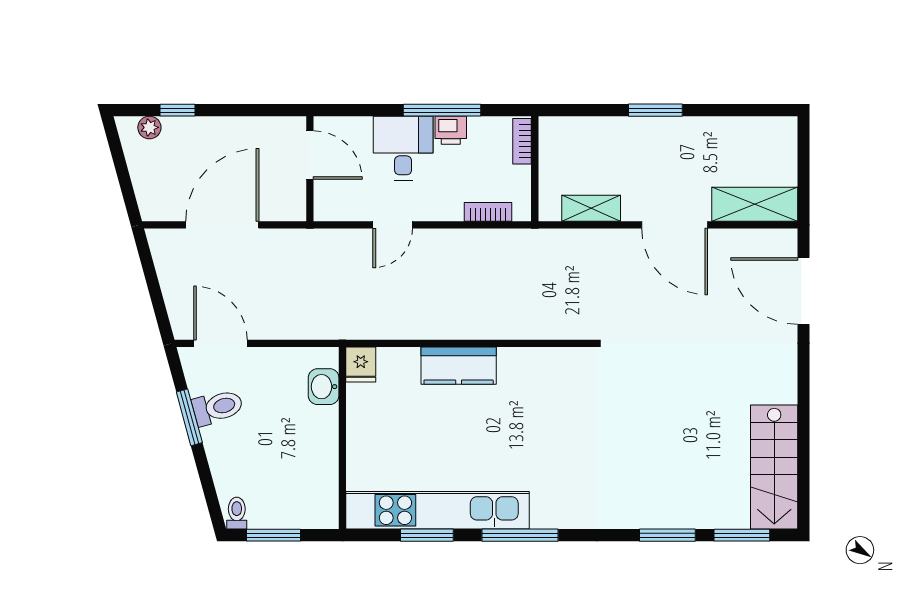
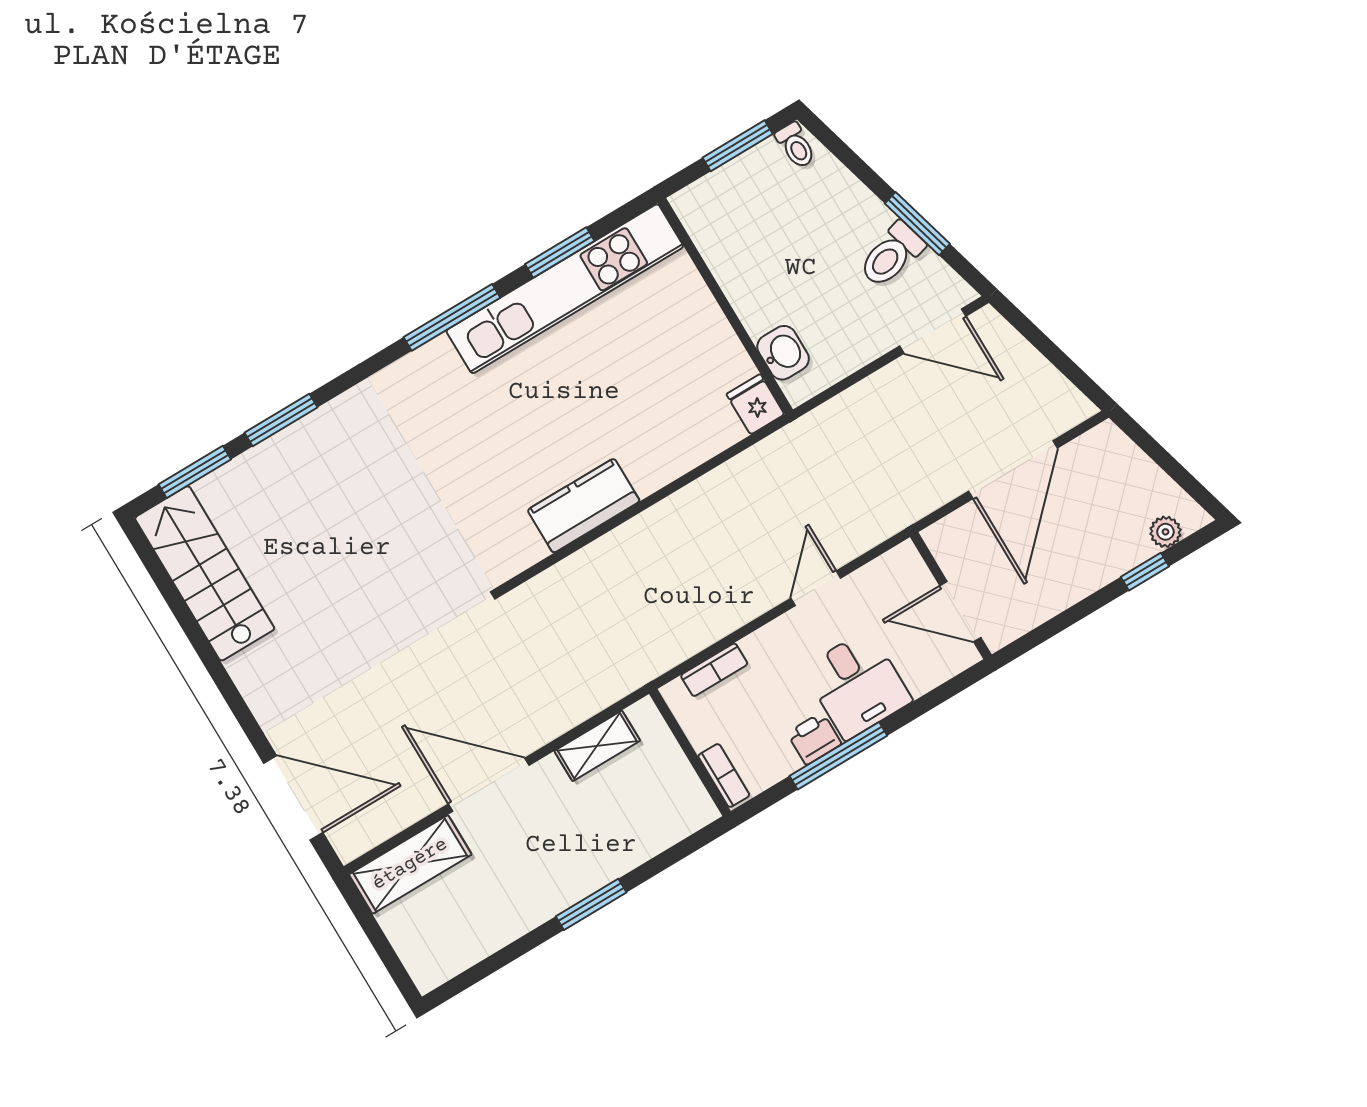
kitchen counter: (459, 366) -> (584, 506), moved

